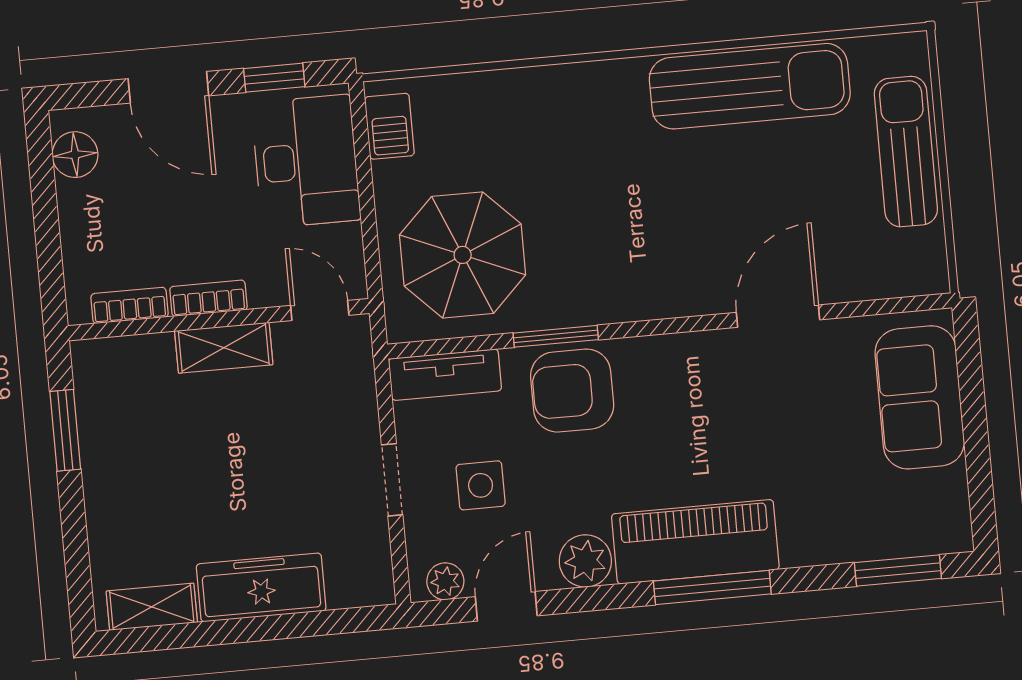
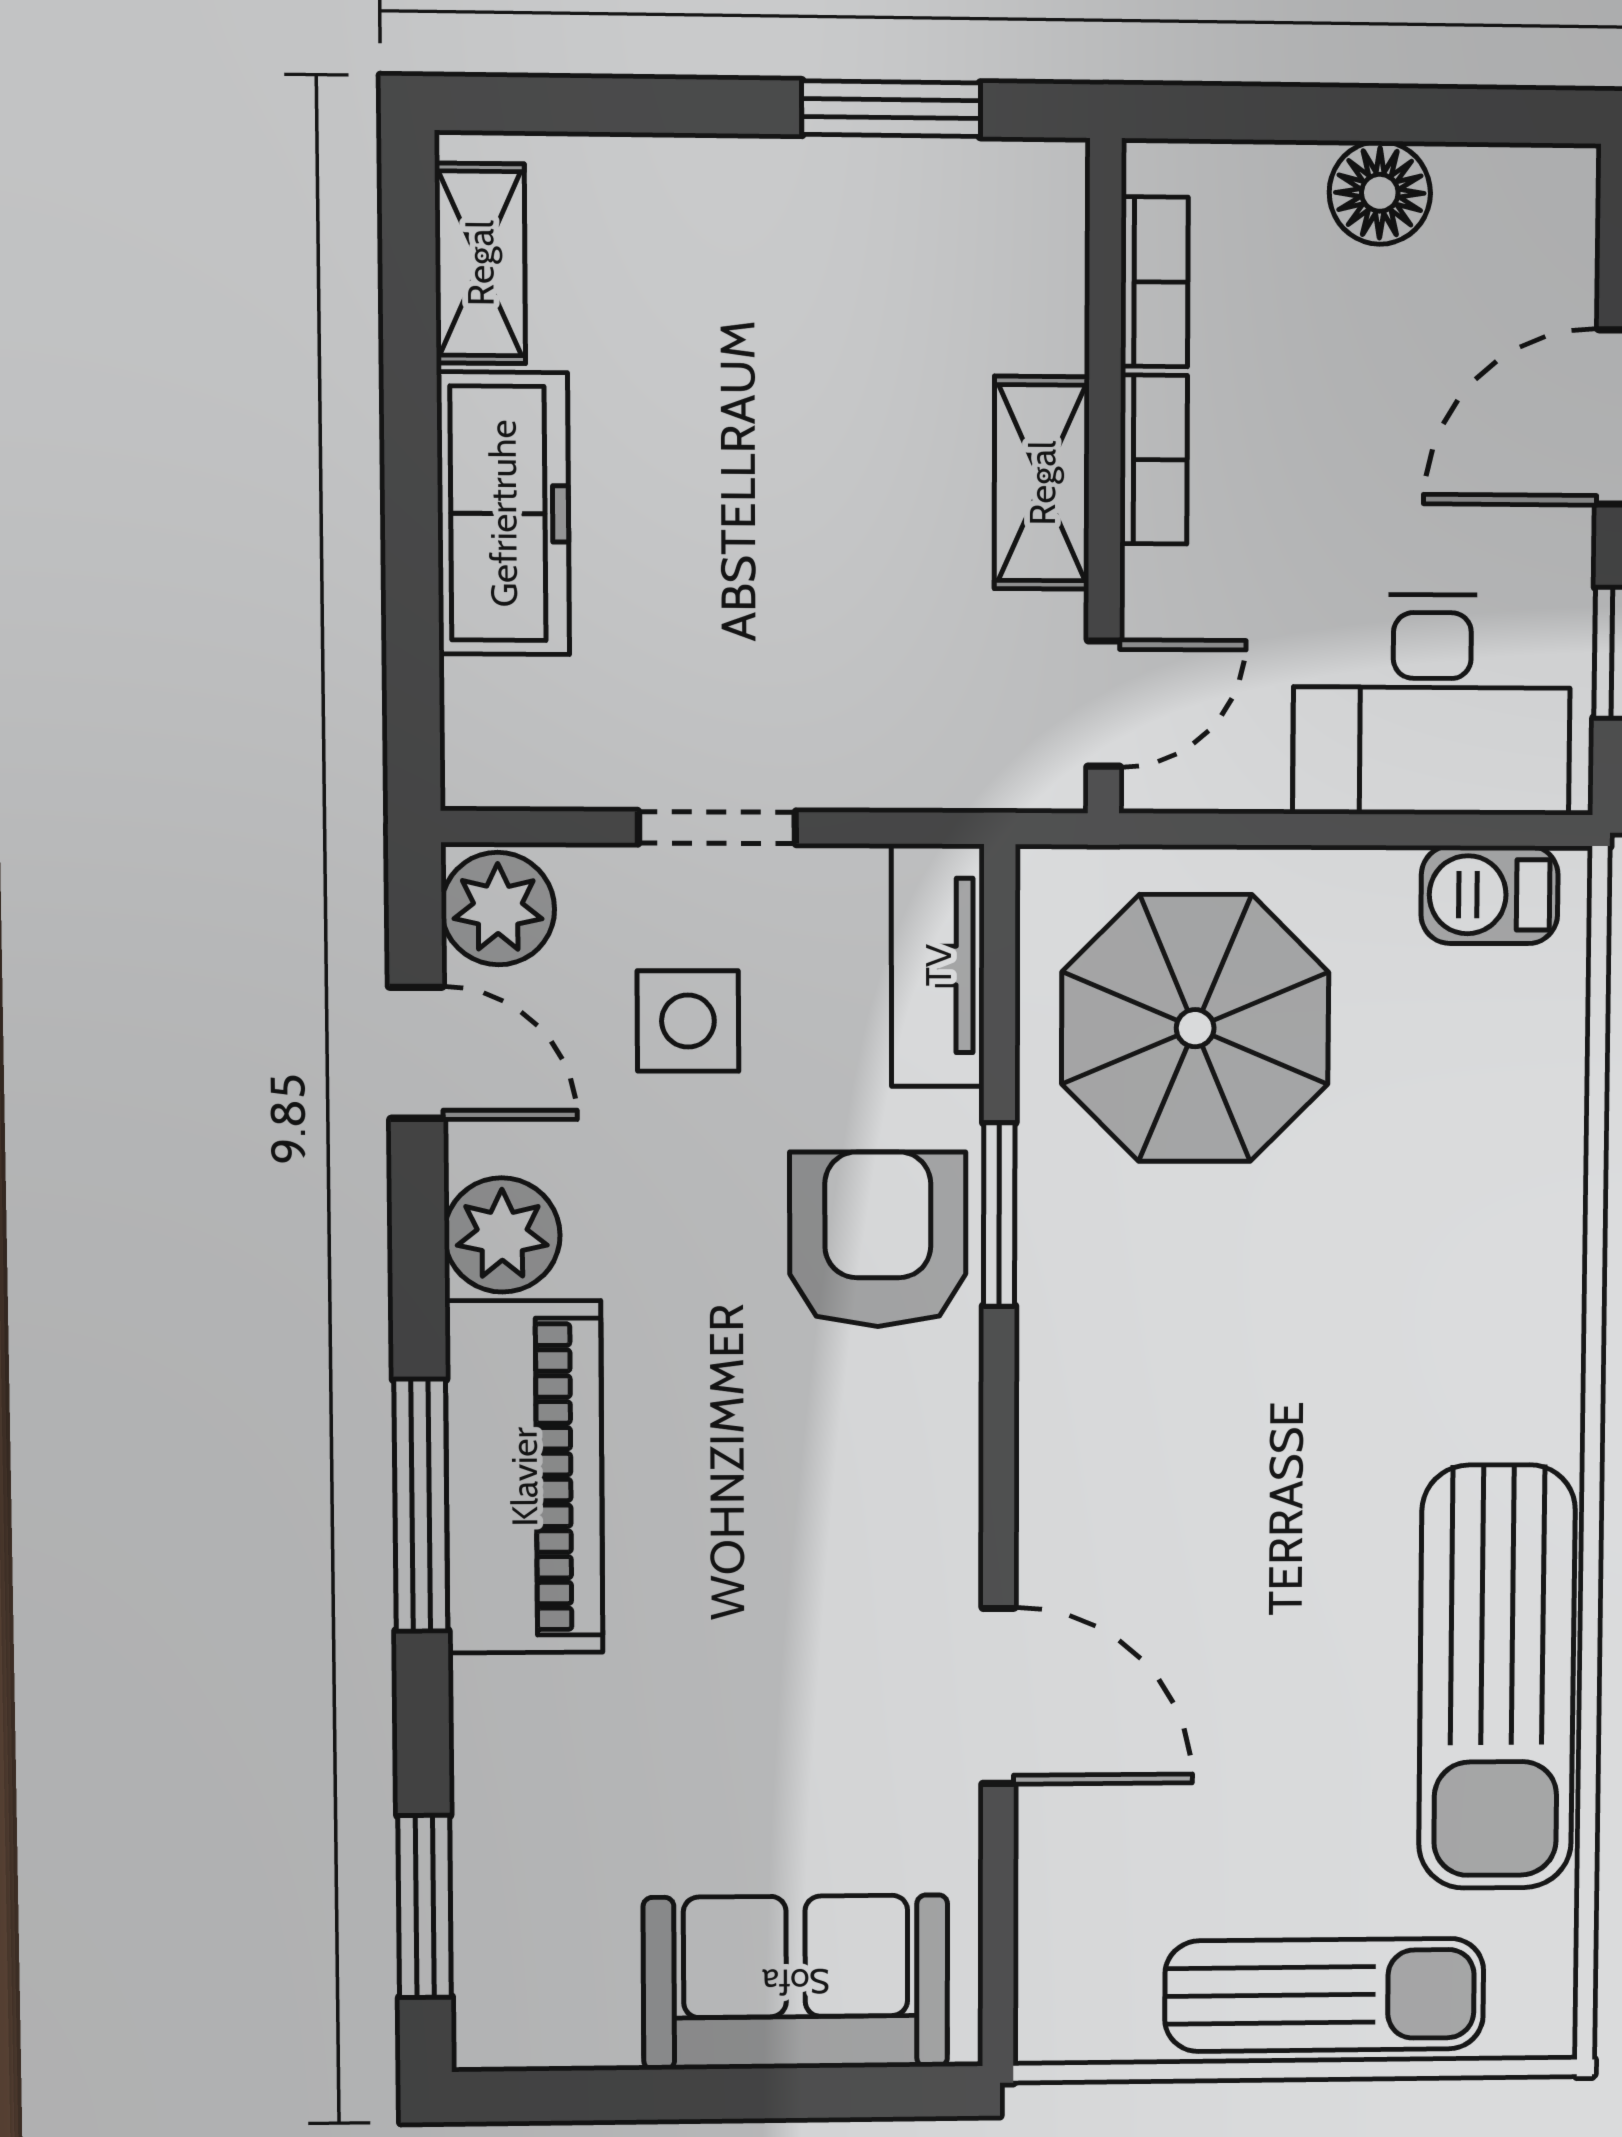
floor lamp: (75, 155) -> (1380, 193), moved
plant: (445, 581) -> (498, 909), width x1.38, depth x1.38

